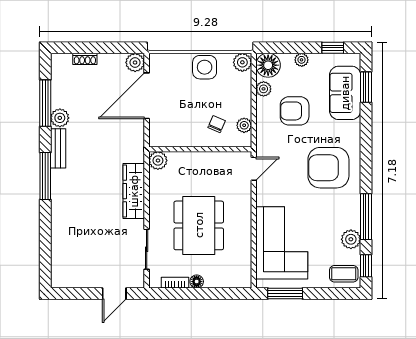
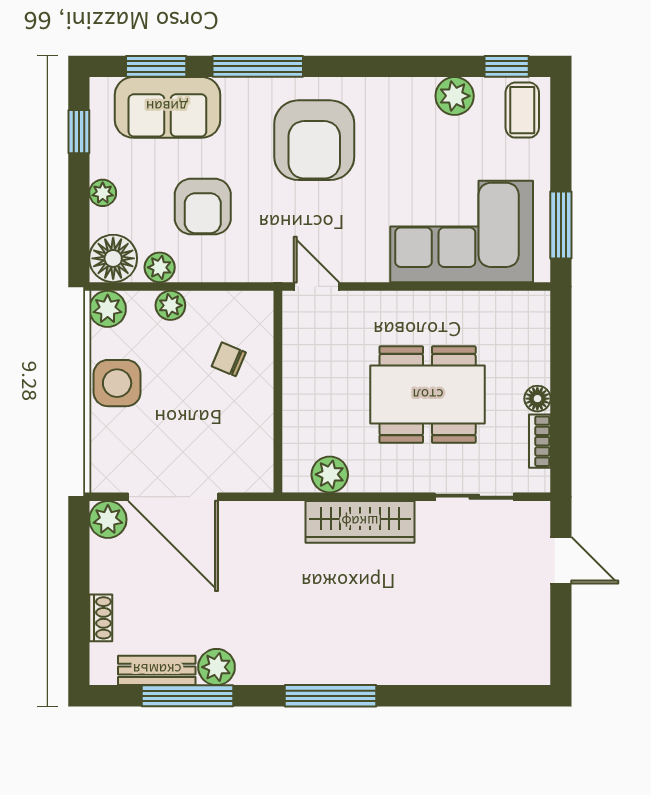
plant: (244, 125) -> (170, 305), moved
bench: (58, 148) -> (157, 670), moved
plant: (158, 161) -> (330, 474), moved
window: (366, 217) -> (258, 66), moved

